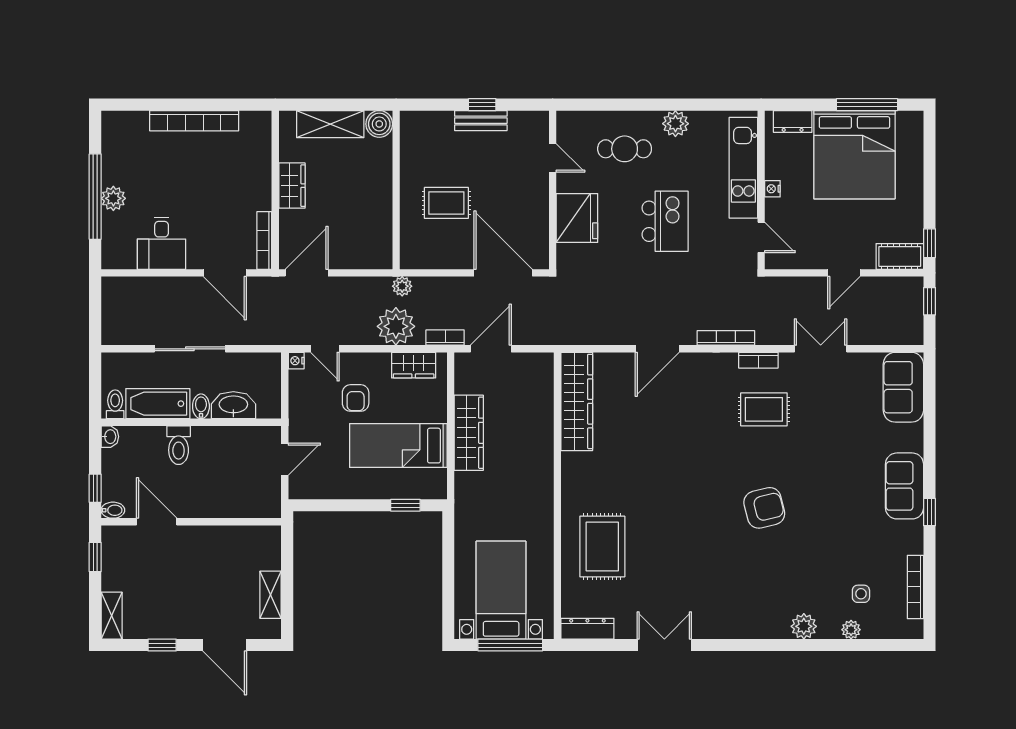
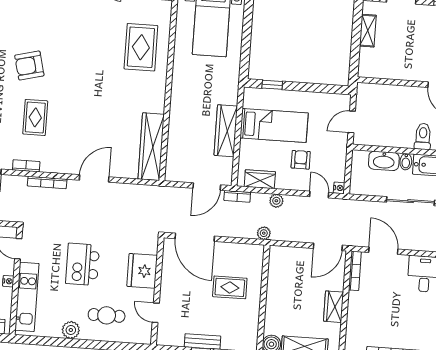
plant: (396, 326) -> (276, 201), width x0.53, depth x0.53
rug: (764, 409) -> (35, 117), moved, turned 90

